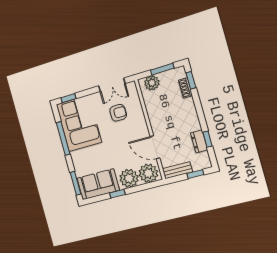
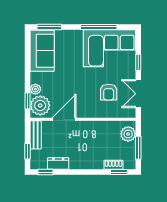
window: (68, 98) -> (138, 62), moved
window: (207, 139) -> (45, 172), moved
plant: (129, 178) -> (35, 89), width x0.53, depth x0.53
window: (117, 194) -> (28, 101), moved

